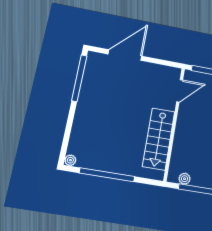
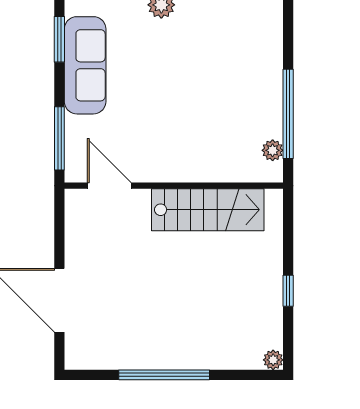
window: (79, 78) -> (164, 375), moved
window: (107, 175) -> (288, 291), width x0.32

